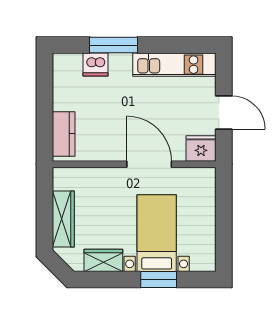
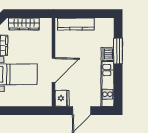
dishwasher: (96, 65) -> (107, 54), moved
kitchen counter: (64, 134) -> (76, 24), width x1.50

